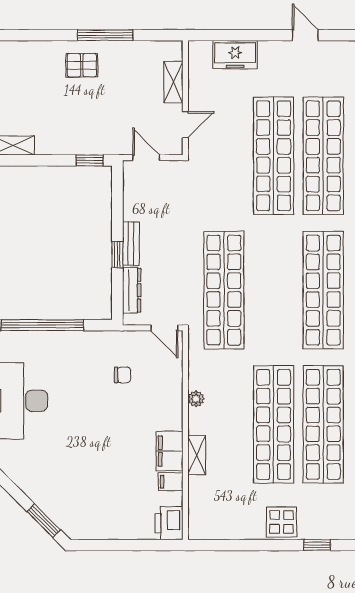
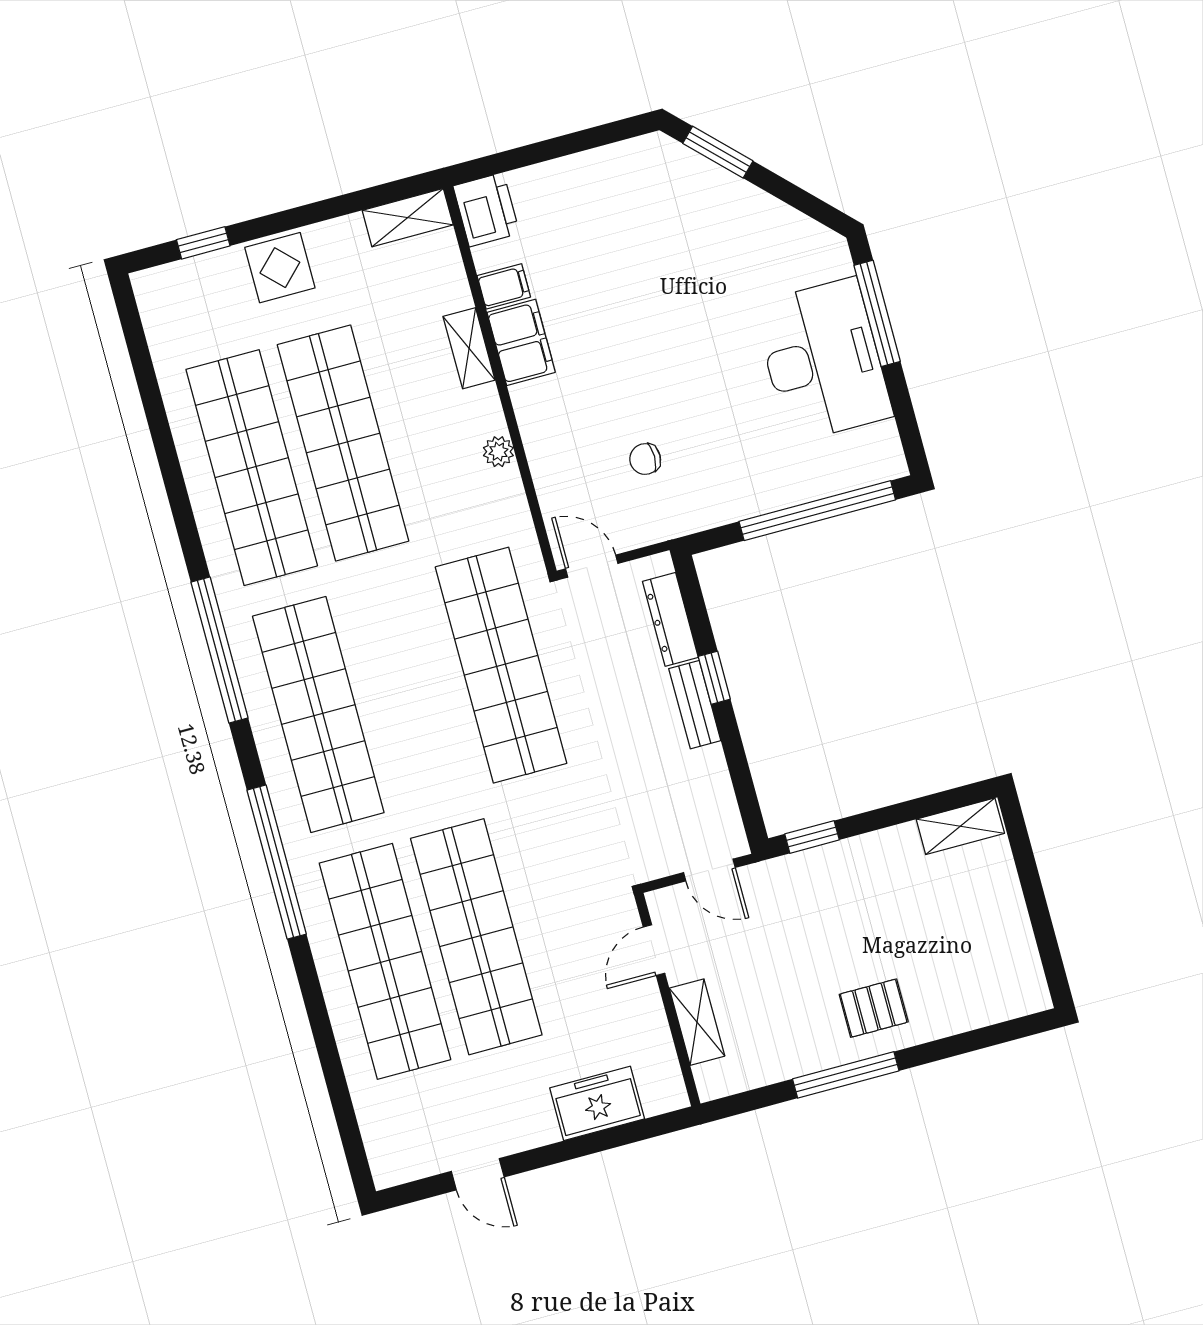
shelving: (210, 530) -> (408, 218), added

